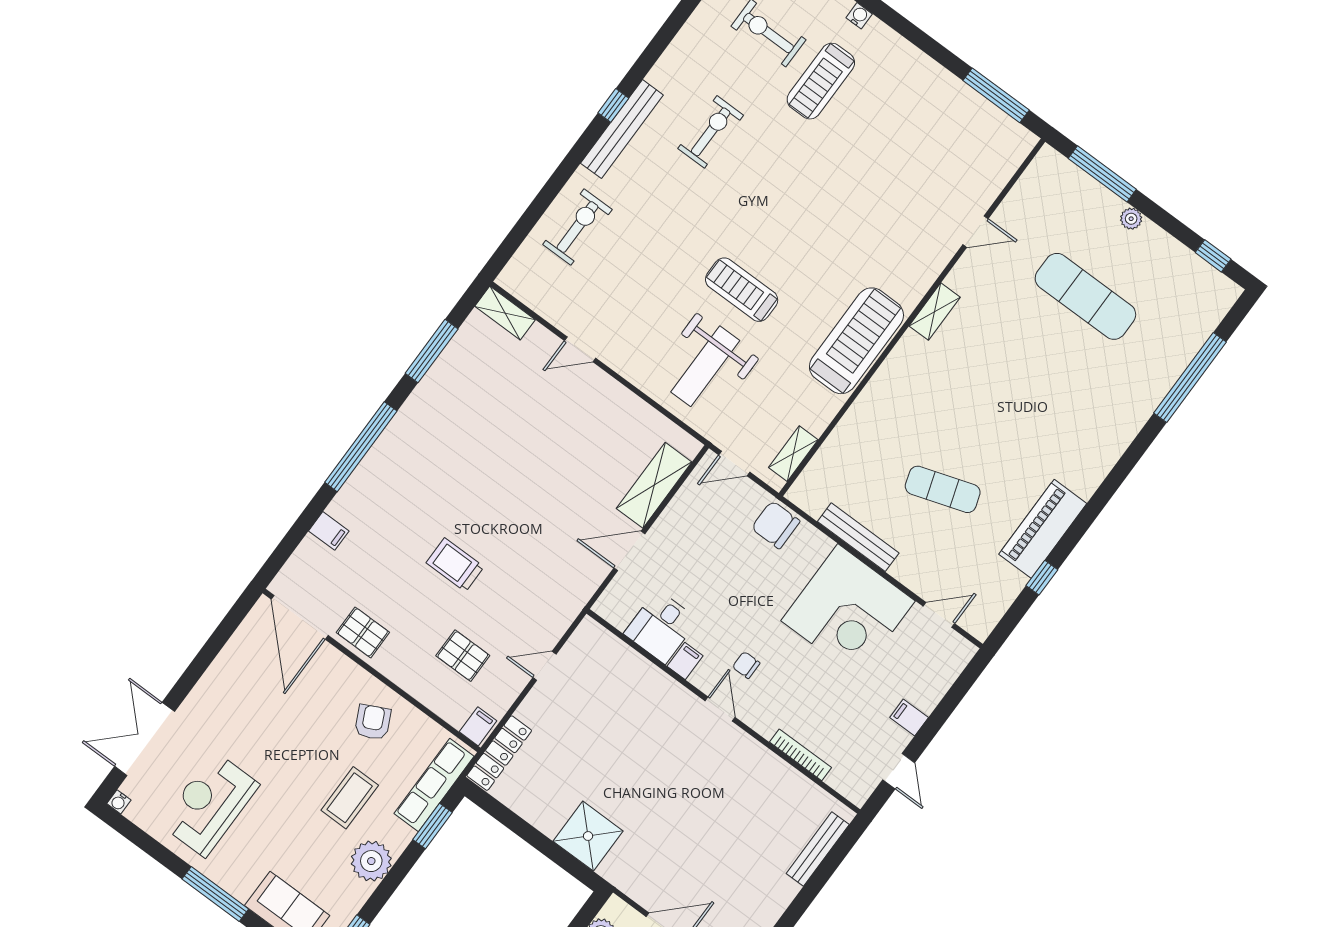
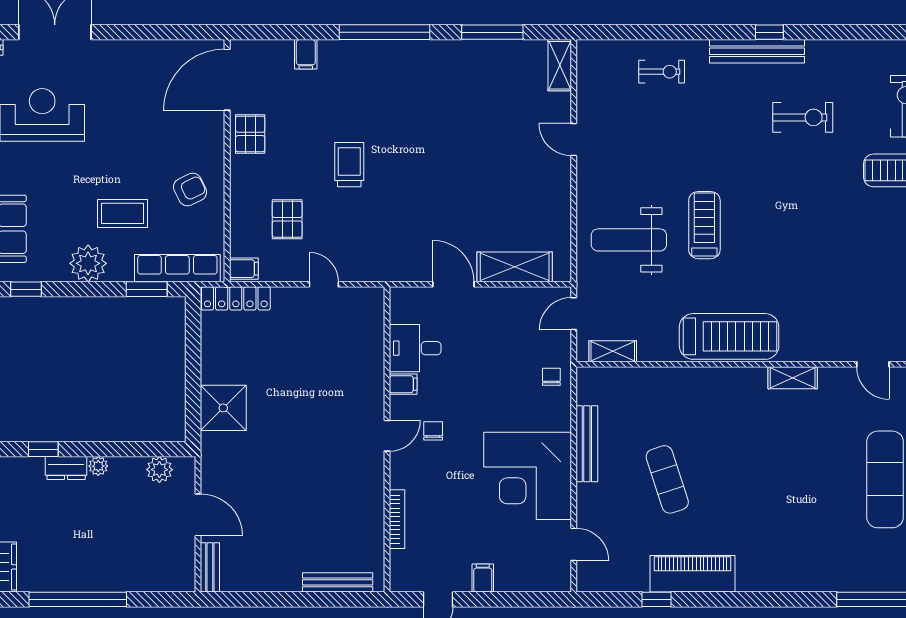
exercise bike: (577, 227) -> (662, 72), width x0.73, depth x0.72
door: (734, 463) -> (574, 314), hinge flipped
chair: (776, 525) -> (551, 377), width x0.54, depth x0.54

